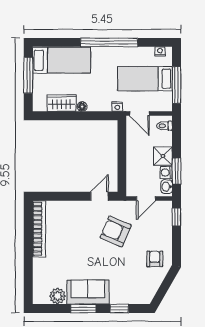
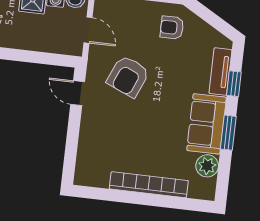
bookcase: (39, 229) -> (149, 185), moved
tv unit: (127, 298) -> (220, 72), added

